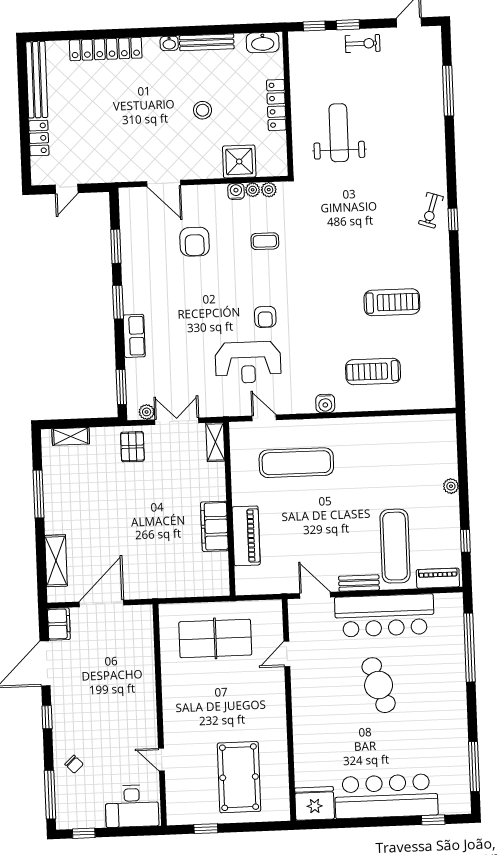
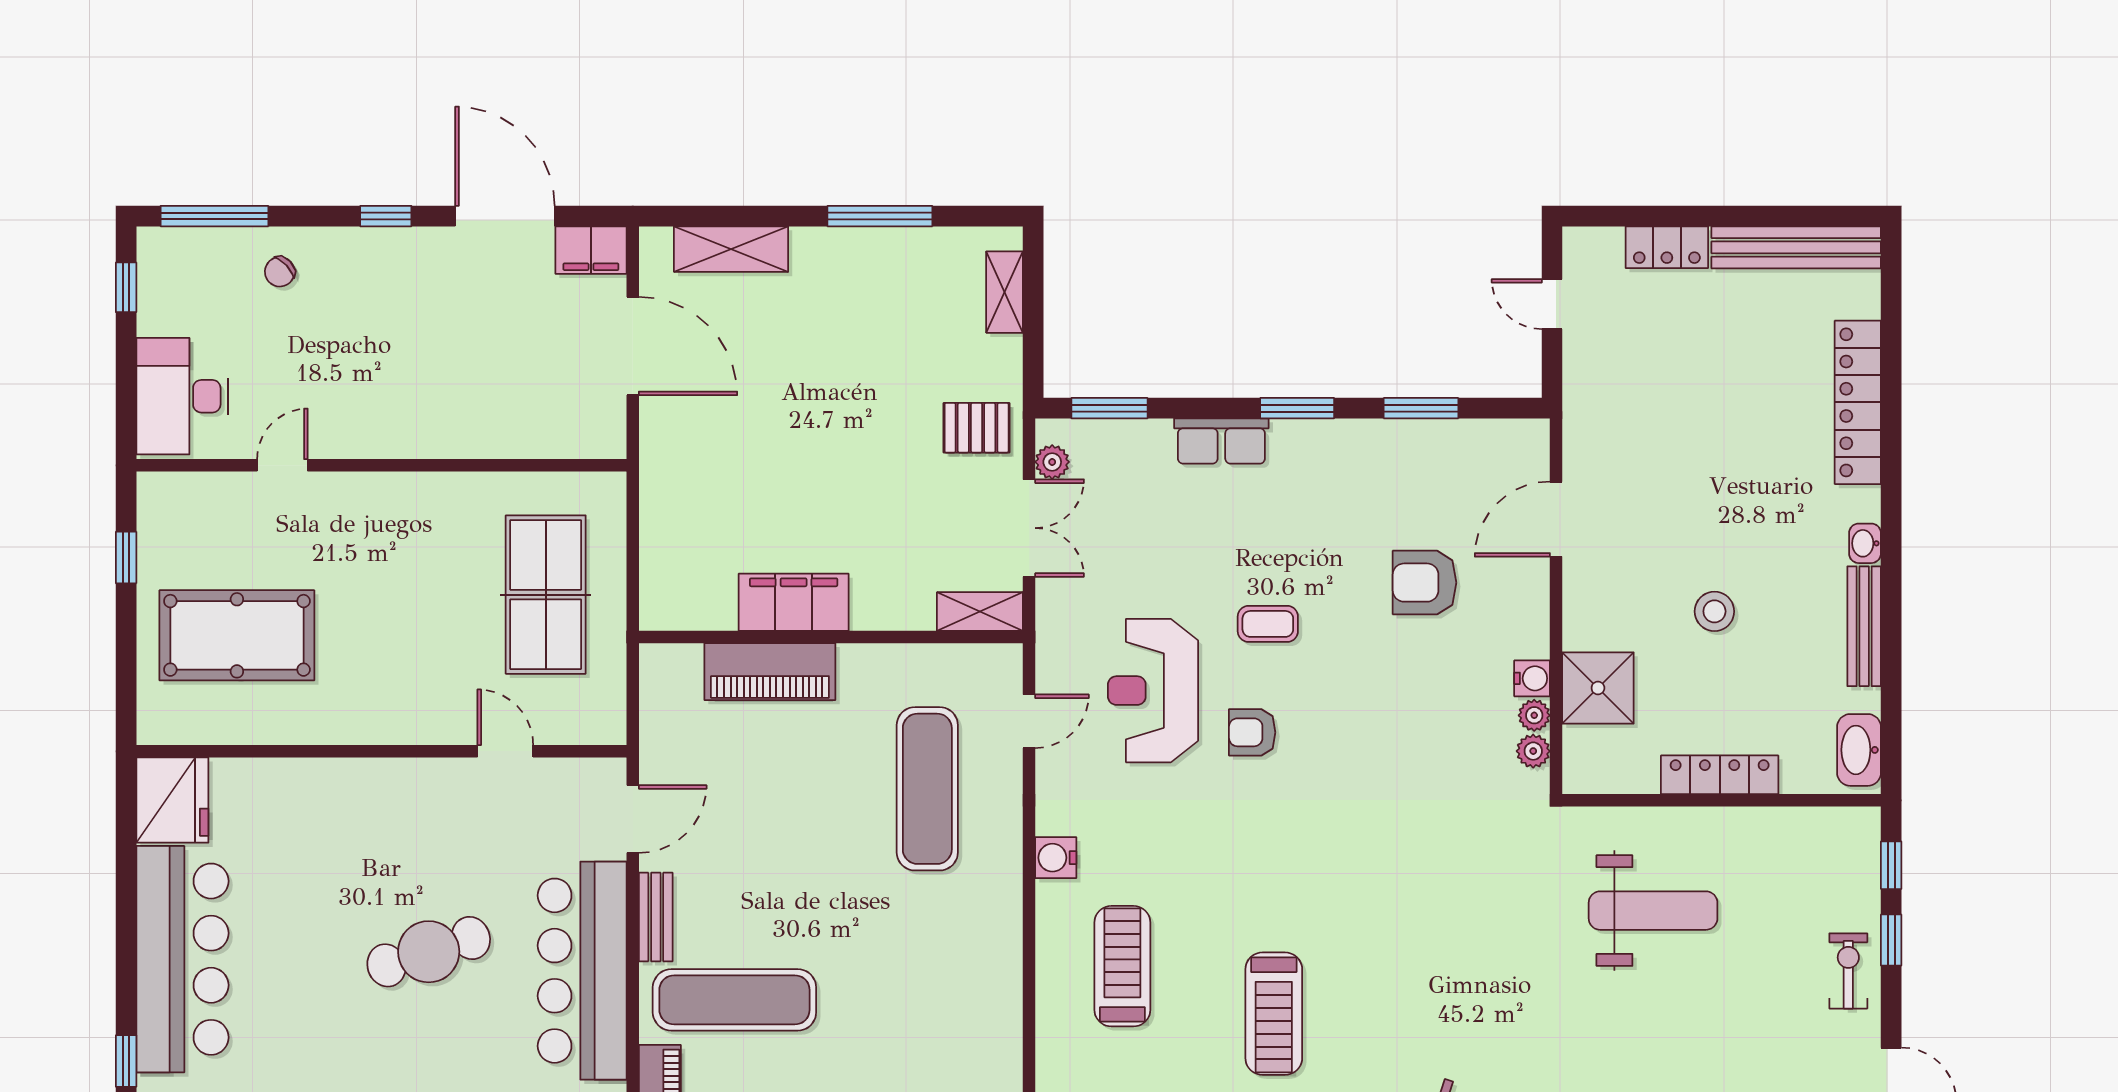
exercise bike: (363, 44) -> (1848, 971), turned 180
coffee table: (265, 241) -> (1268, 624), moved, turned 90

